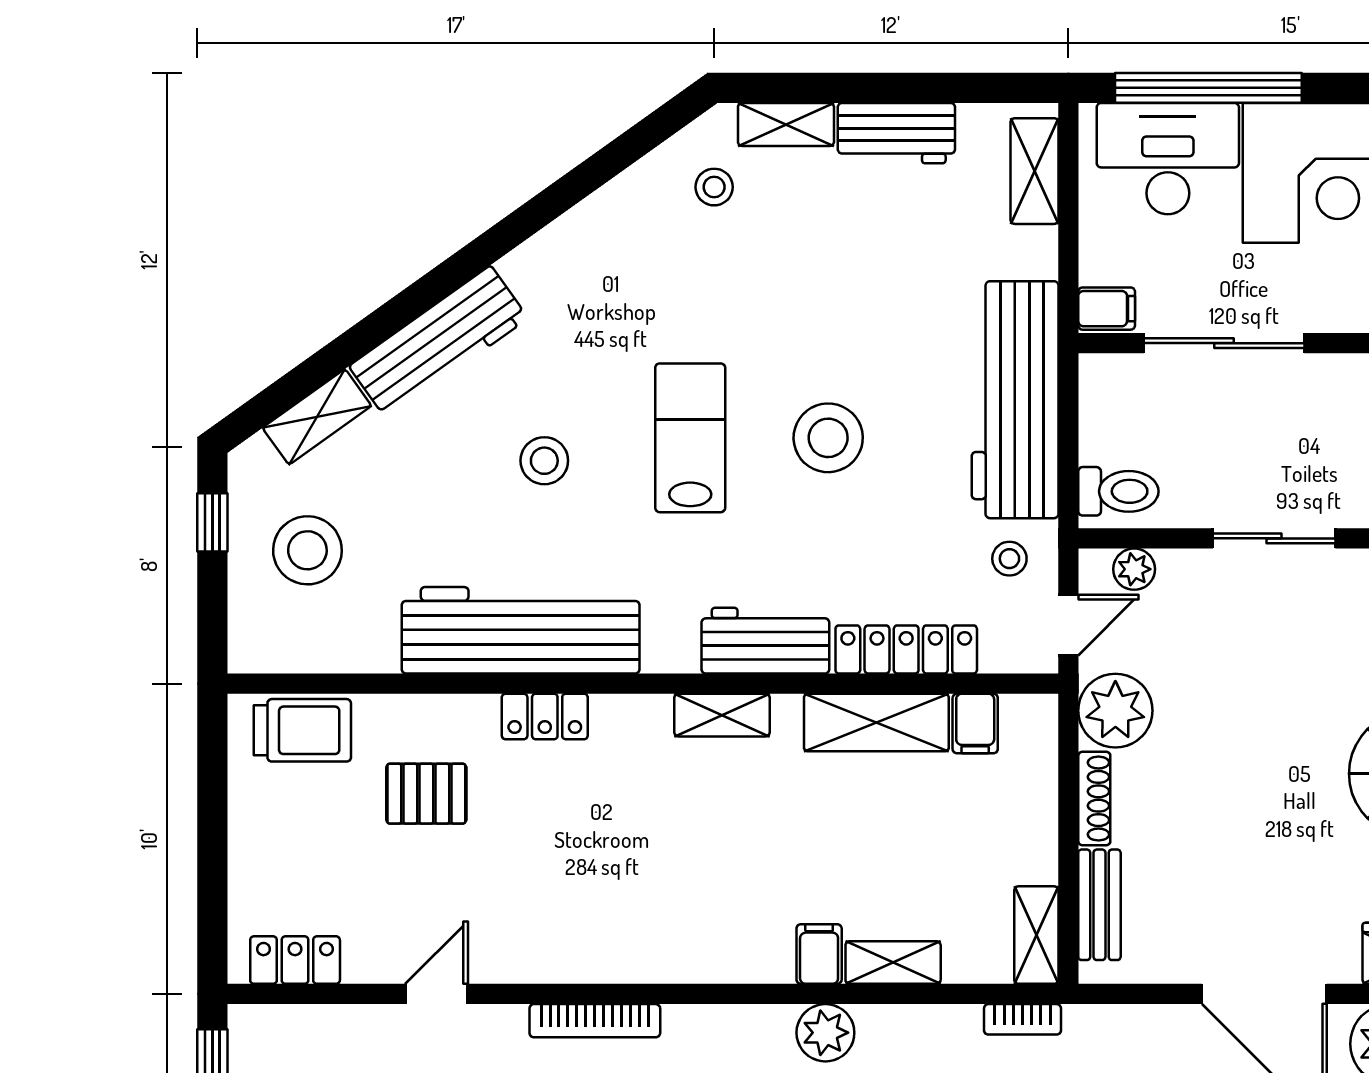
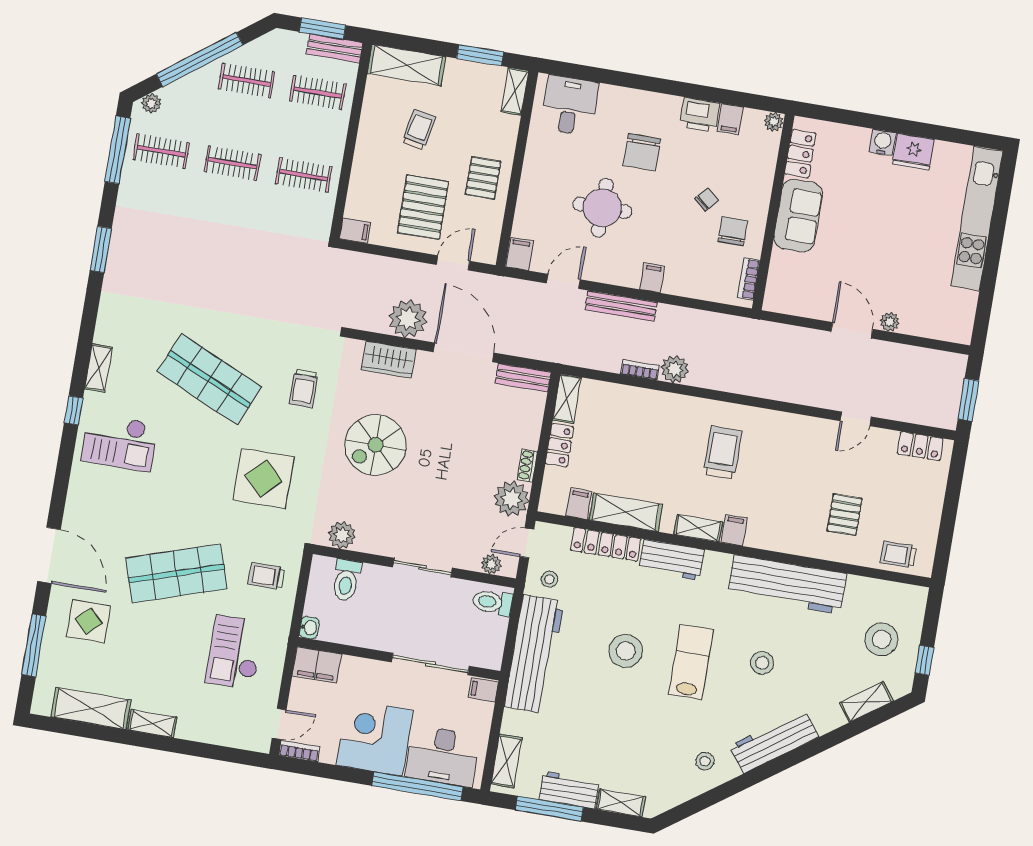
window: (930, 88) -> (549, 809), added
stool: (714, 187) -> (705, 761), moved
workbench: (439, 342) -> (774, 741), moved
lab bench: (690, 438) -> (691, 662), turned 180
locker: (545, 716) -> (559, 445), moved, turned 90
trolley: (302, 730) -> (898, 554), width x0.73, depth x0.72
pallet: (426, 794) -> (845, 515), turned 90
shoe rack: (1094, 799) -> (527, 465), width x0.70
trolley: (698, 878) -> (723, 453), added
bench: (1099, 905) -> (523, 378), moved, turned 90
filing cabinet: (819, 954) -> (734, 530), moved, turned 180
shelving: (893, 963) -> (637, 397), removed
bookcase: (1023, 1019) -> (640, 370), moved
bookcase: (595, 1021) -> (783, 393), removed

